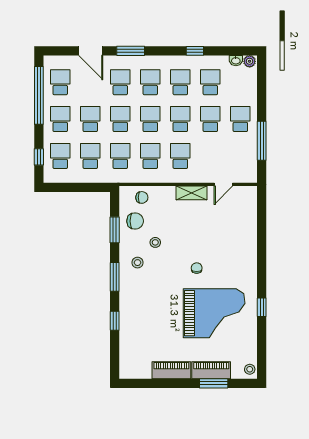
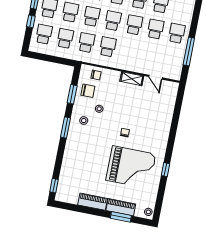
school desk: (180, 156) -> (129, 51), removed
window: (39, 157) -> (31, 21), moved
door: (223, 184) -> (156, 77), hinge flipped
window: (115, 321) -> (54, 186), moved

